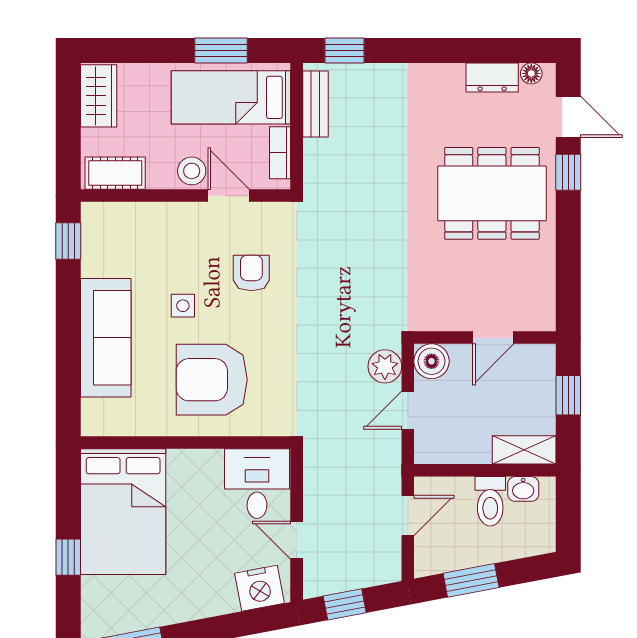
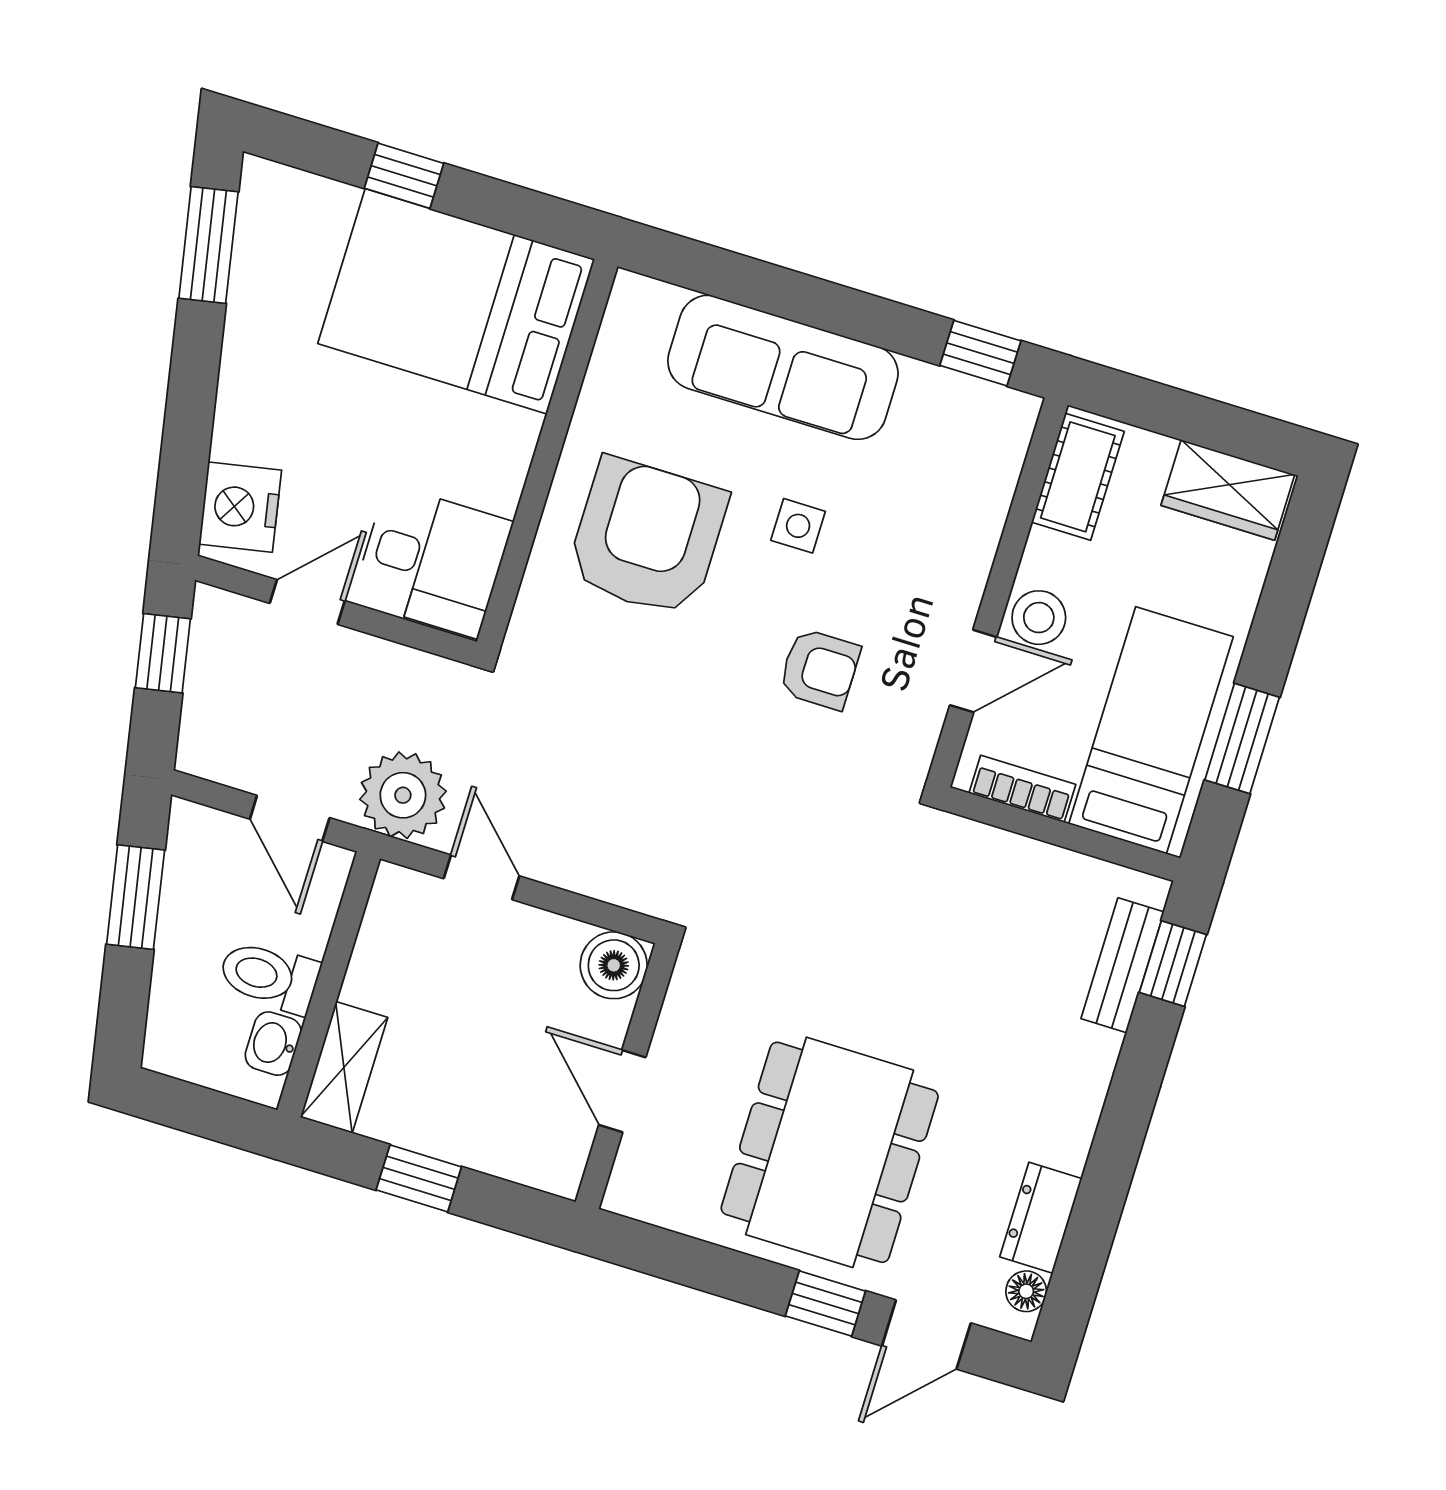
bench: (315, 104) -> (1122, 965), moved, turned 90
wall: (485, 338) -> (627, 1076), moved
door: (493, 338) -> (622, 1091), moved
boiler: (432, 361) -> (614, 965), moved
plant: (385, 366) -> (403, 795), moved, width x1.36, depth x1.36

